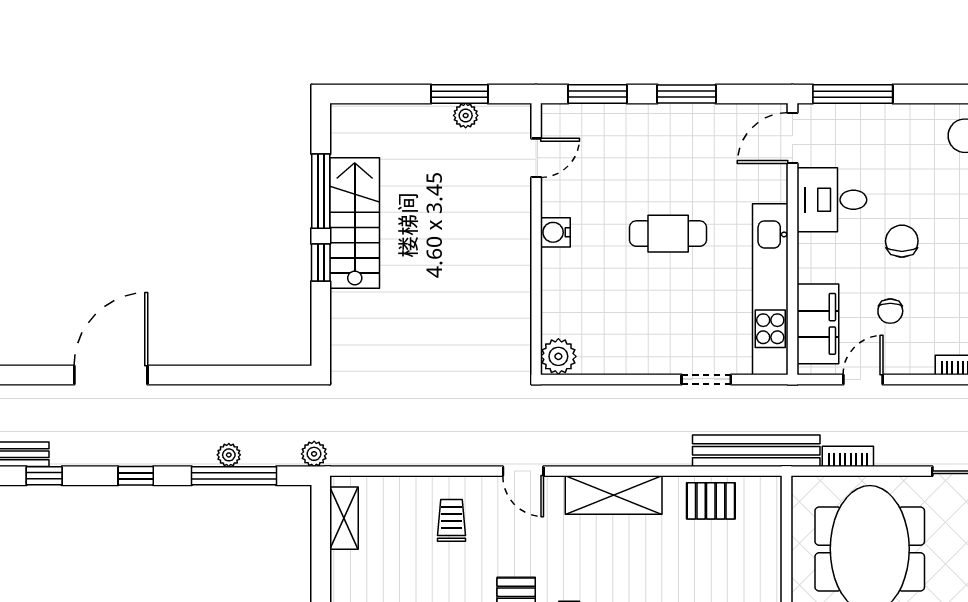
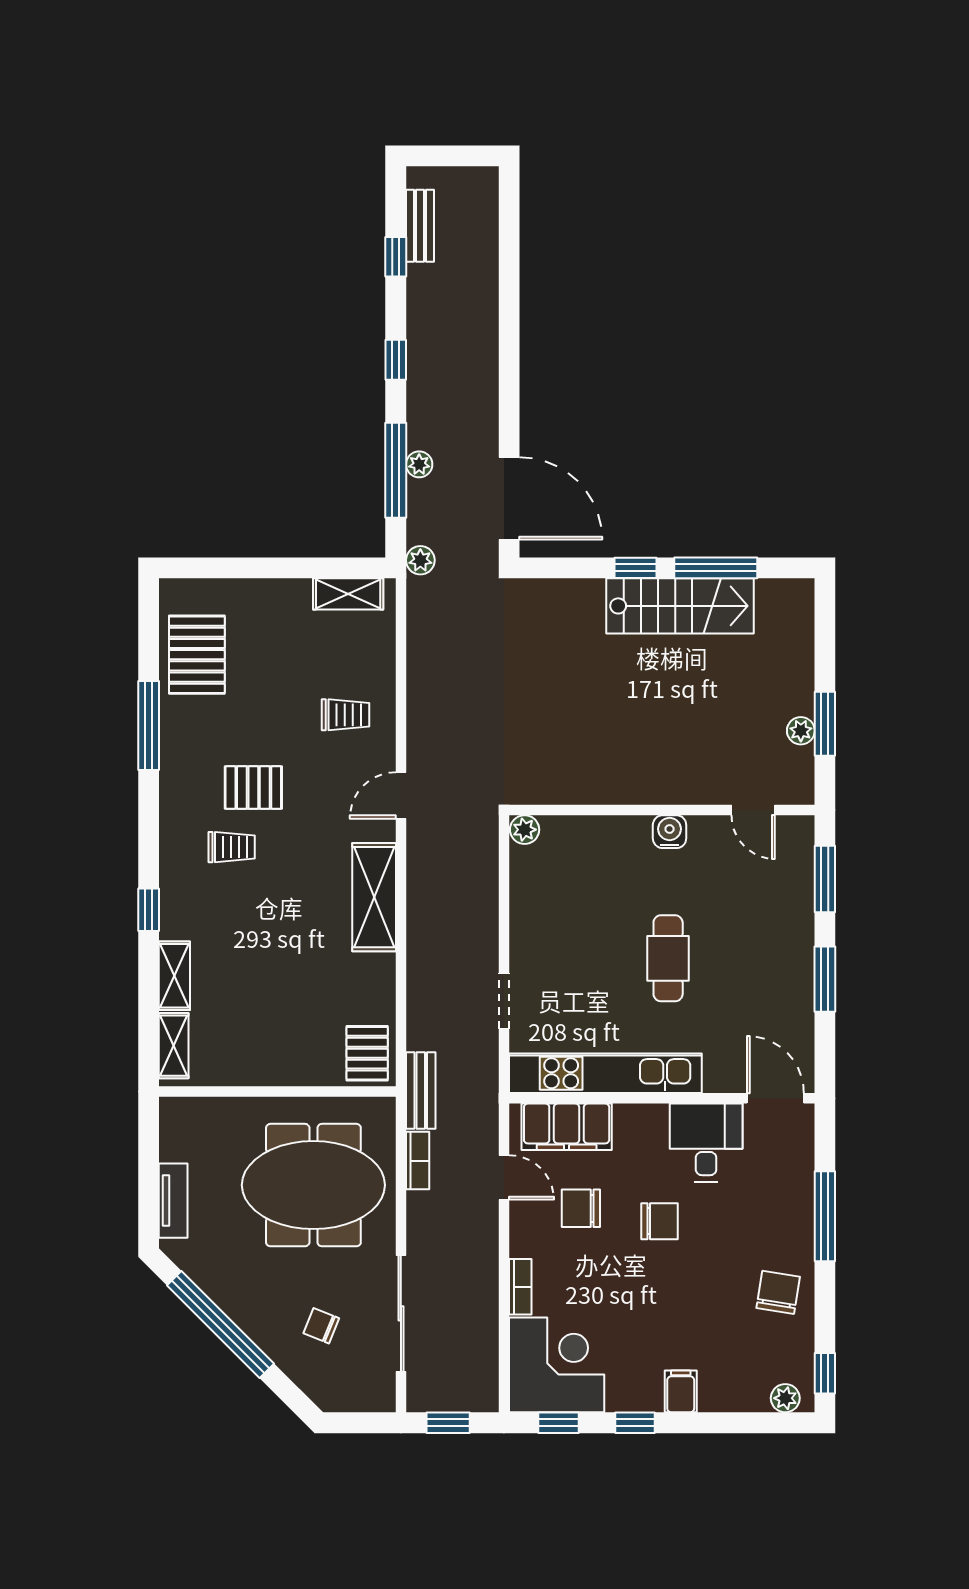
window: (853, 94) -> (825, 1216), moved
chair: (890, 311) -> (581, 1208), width x1.37, depth x1.37
plant: (558, 356) -> (525, 830), width x0.73, depth x0.73
door: (111, 375) -> (509, 498), moved
bench: (756, 451) -> (421, 1091), width x0.54, depth x0.82
pallet: (711, 501) -> (367, 1053), moved

